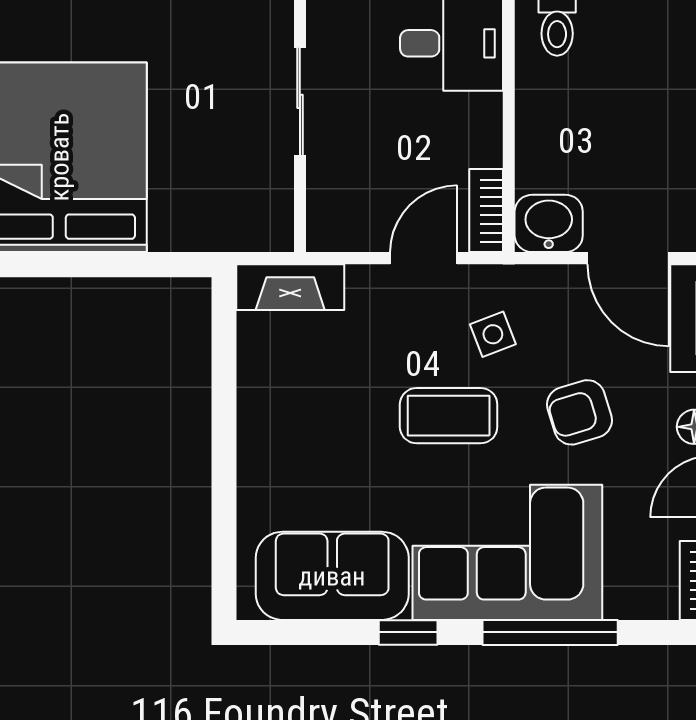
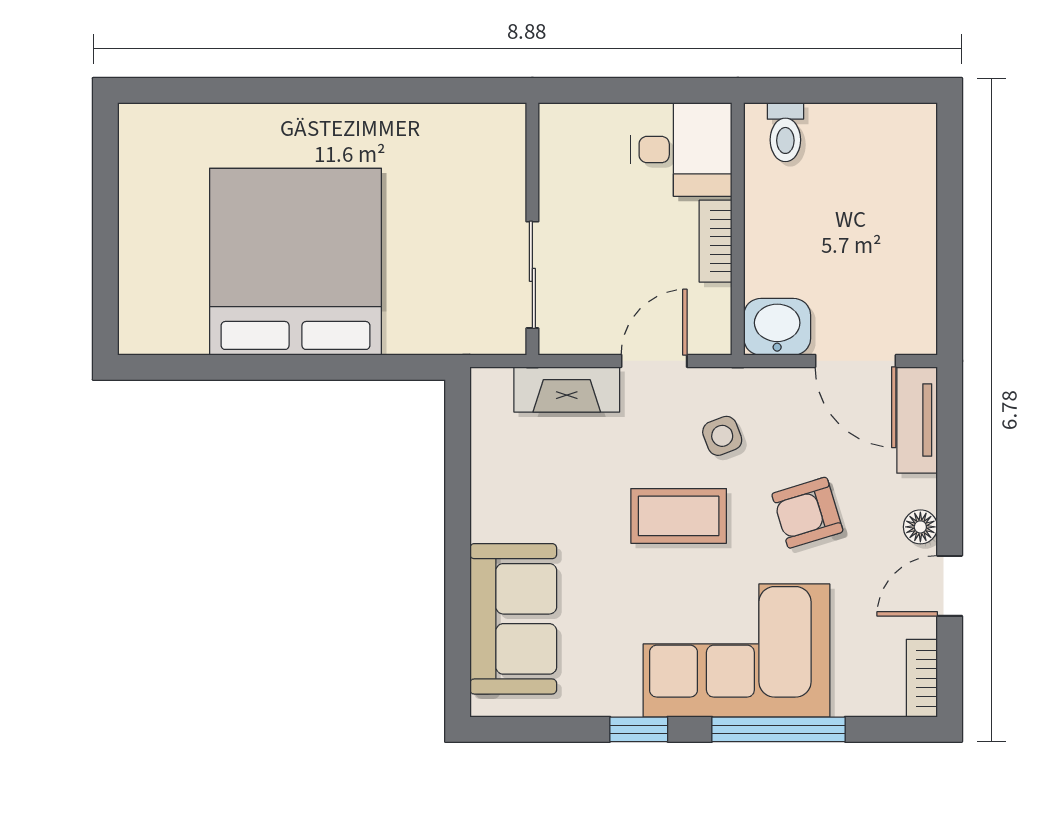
sliding door: (300, 101) -> (532, 275), moved
bookcase: (486, 211) -> (716, 241), moved
fireplace: (290, 287) -> (567, 389), moved
sofa: (332, 576) -> (513, 619), moved, turned 90

